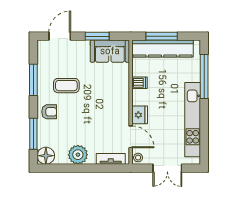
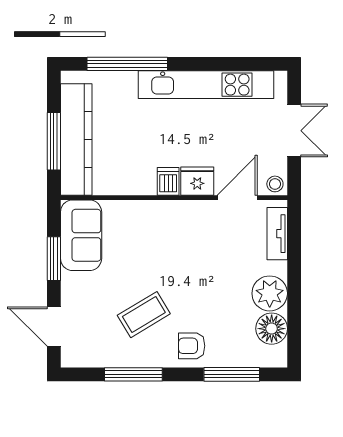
dishwasher: (140, 83) -> (168, 181), moved
coffee table: (66, 86) -> (144, 315), turned 59
armchair: (49, 112) -> (192, 346), turned -90
floor lamp: (46, 156) -> (272, 329), moved

